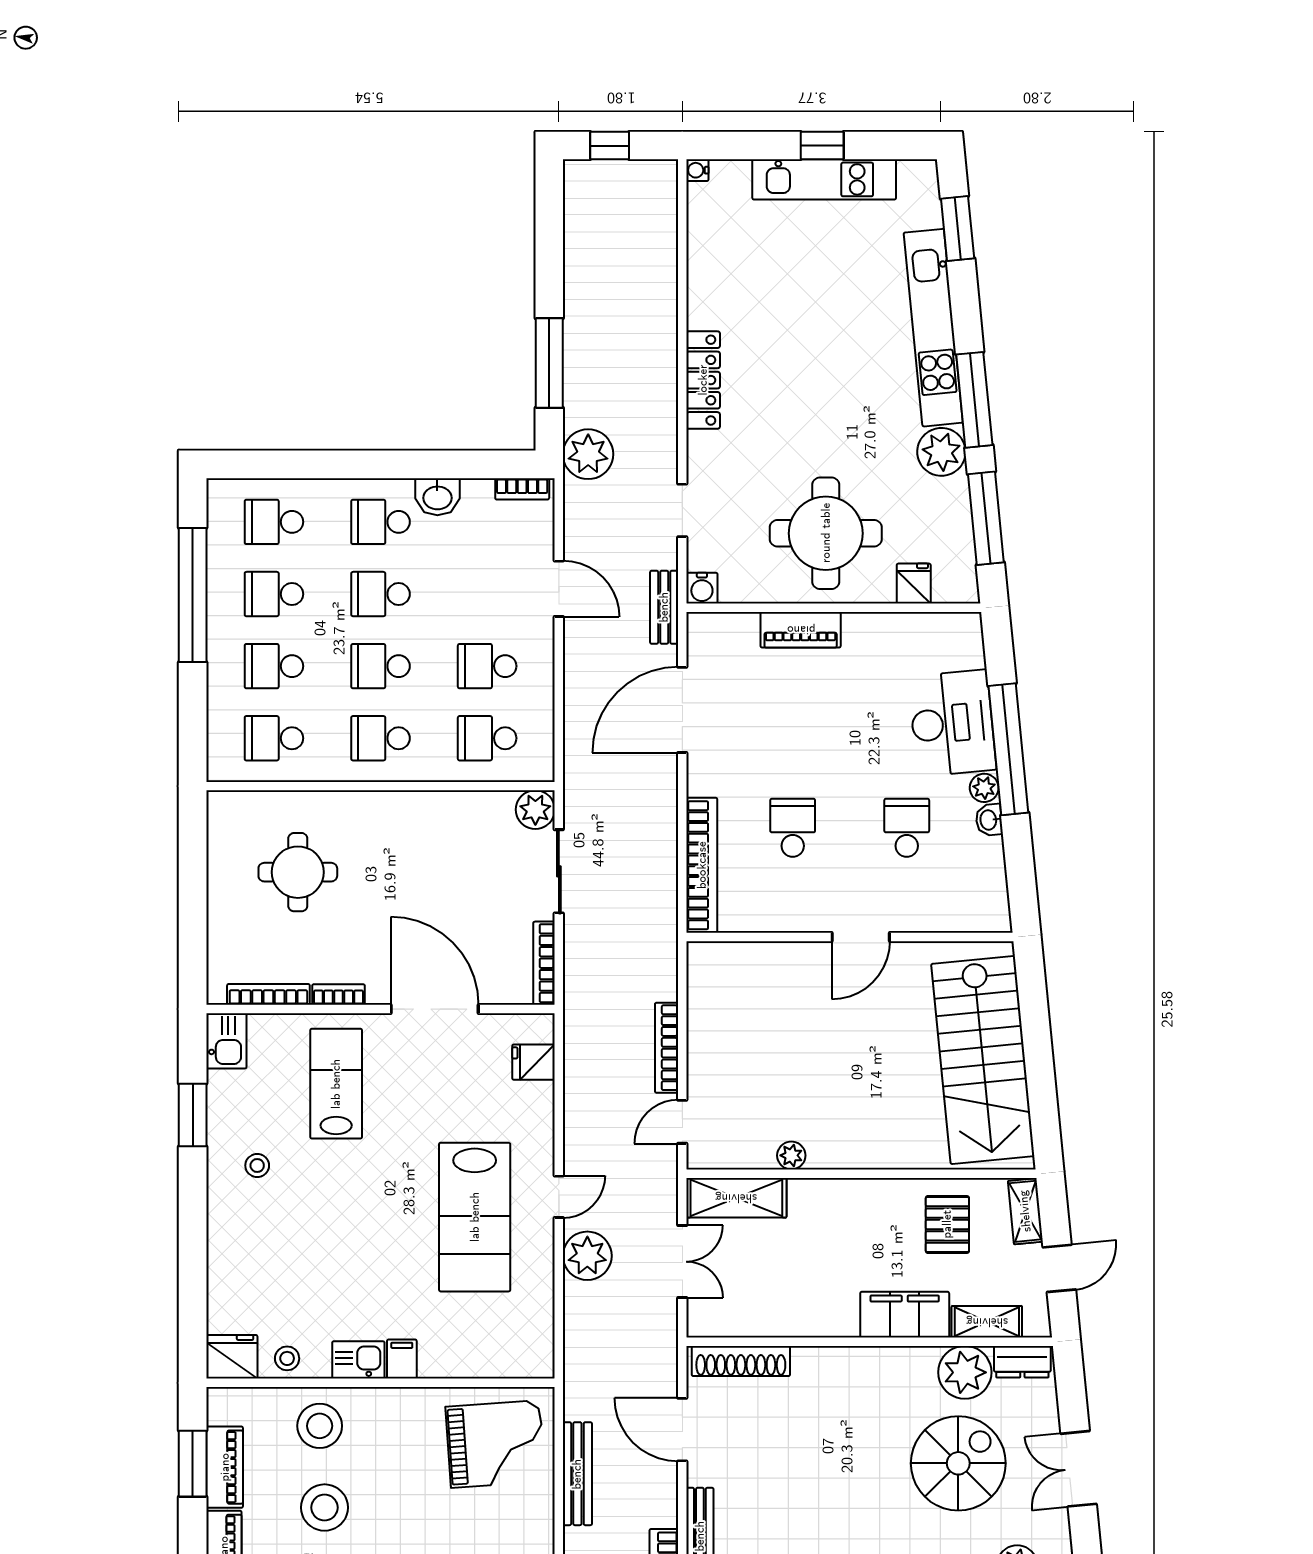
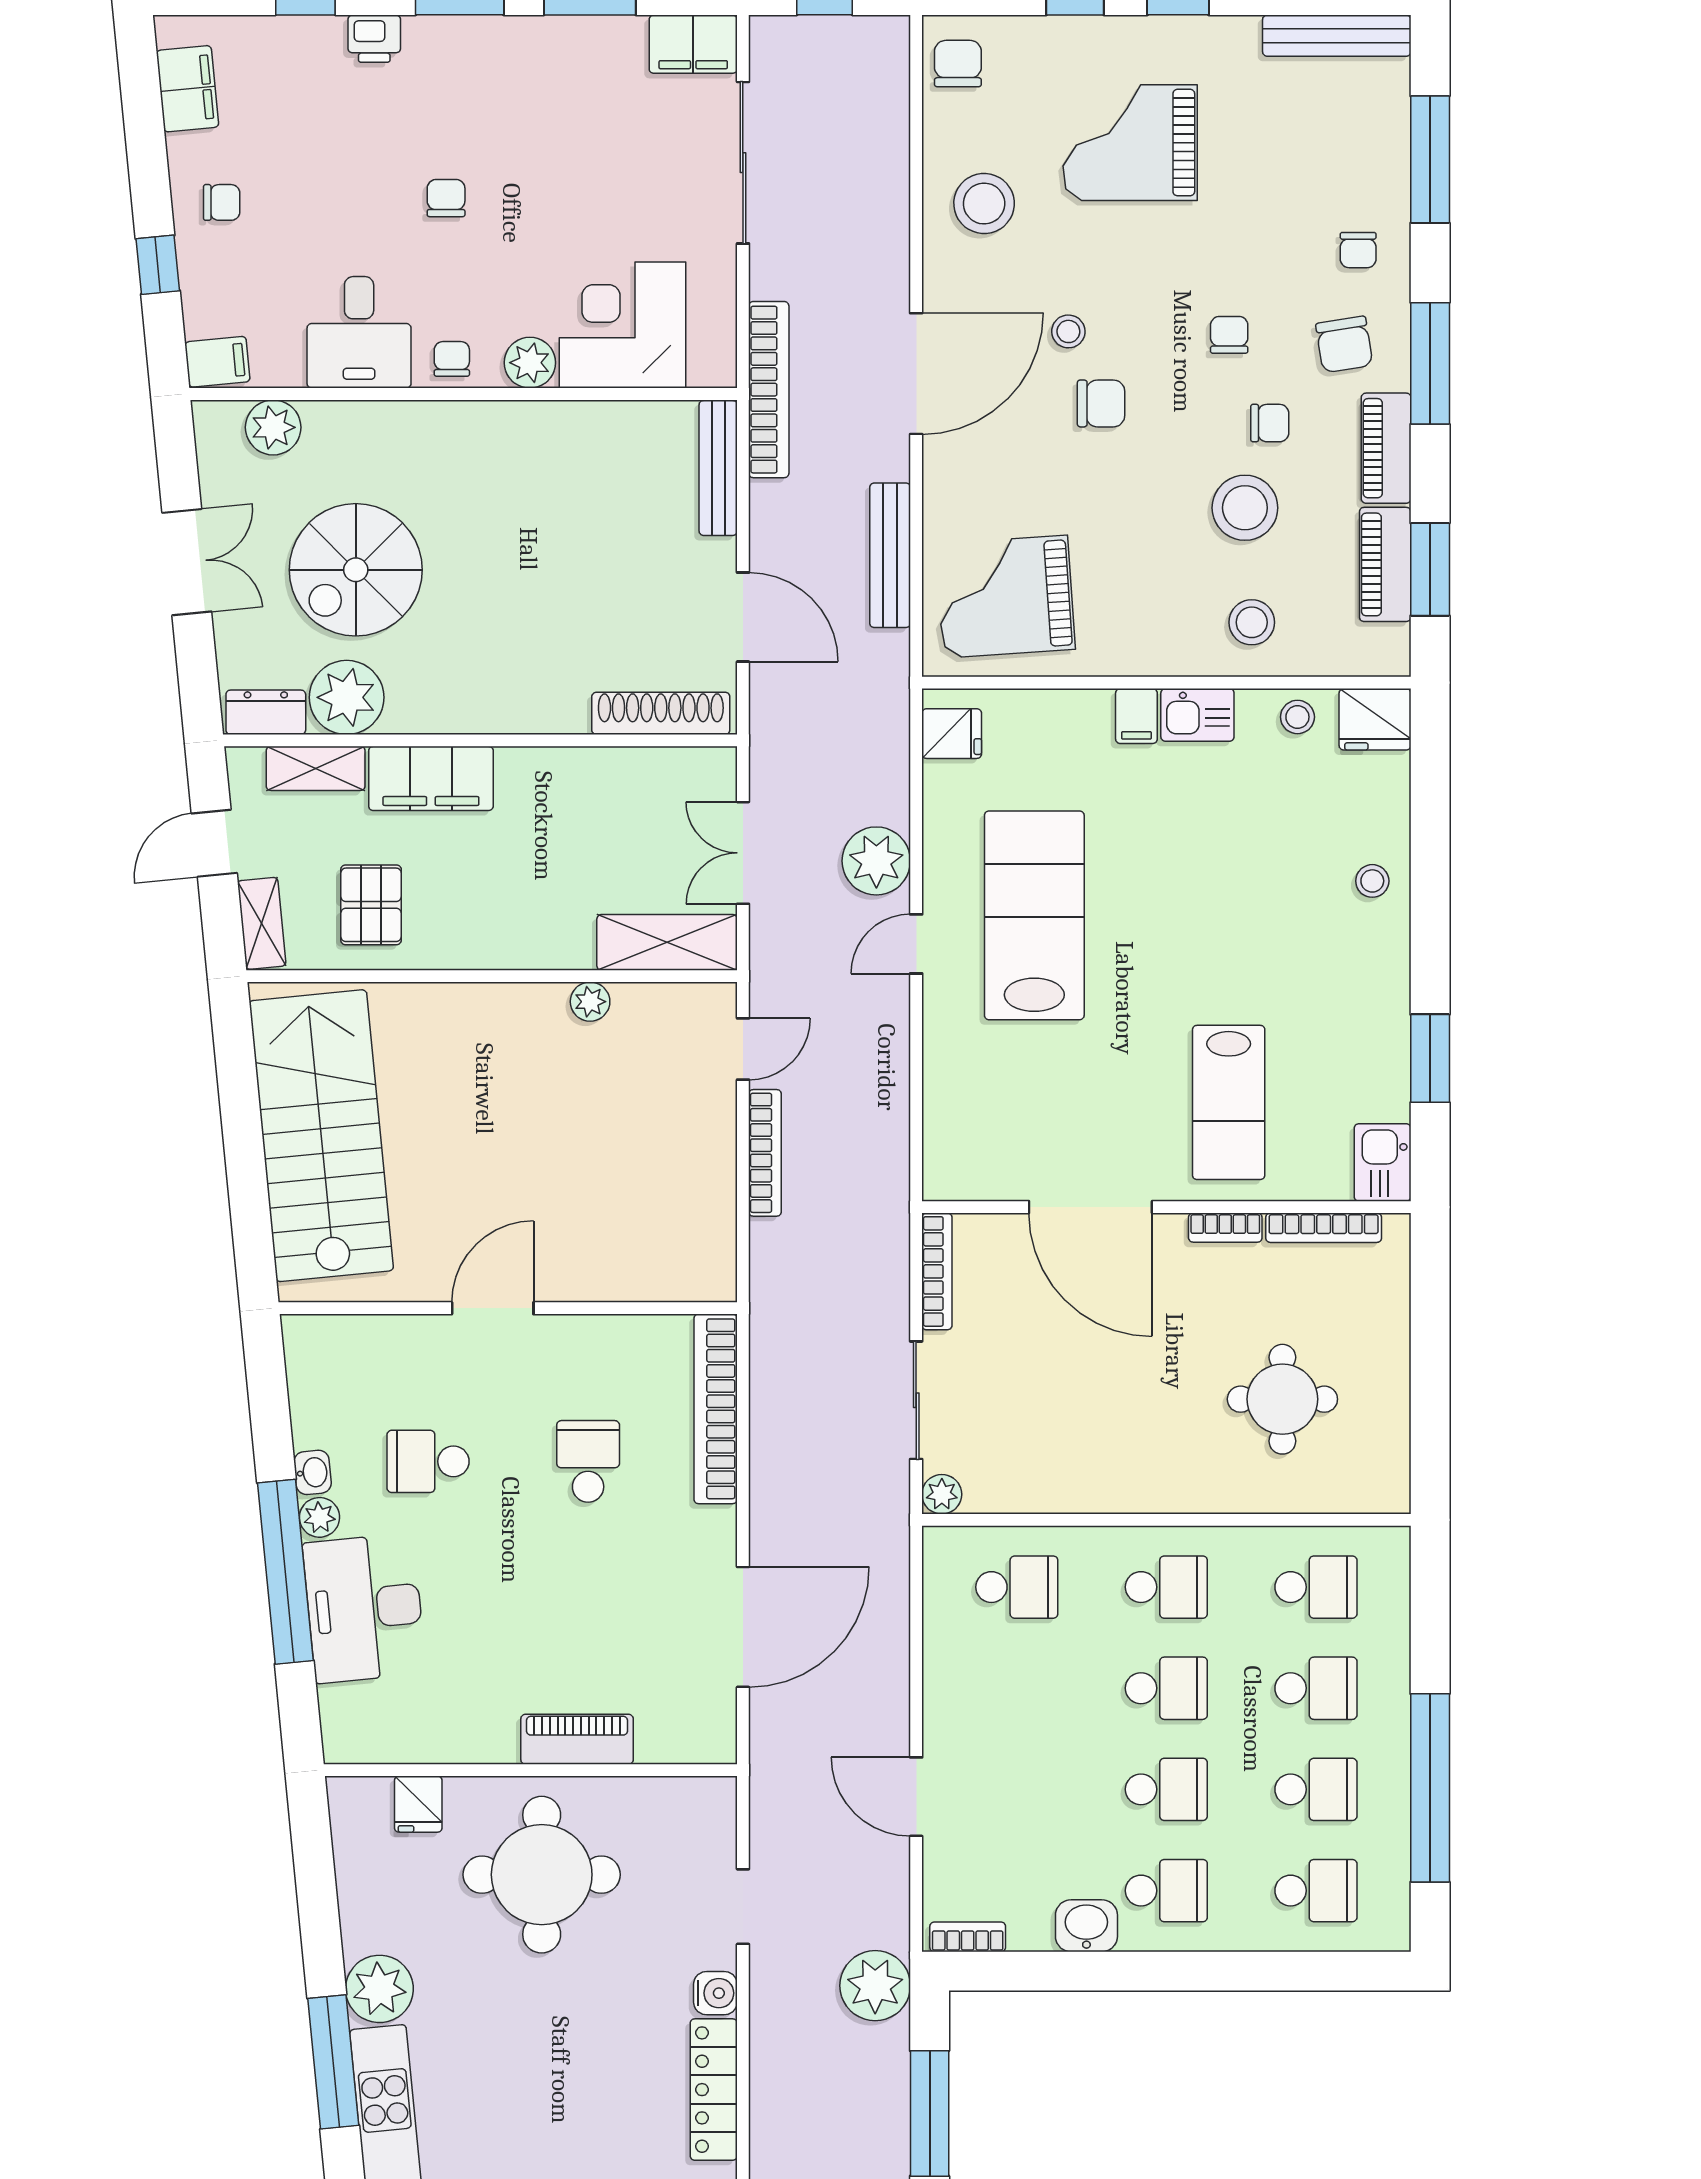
window: (986, 518) -> (317, 1896), removed
water cooler: (702, 588) -> (715, 1993), moved, turned 90
bench: (664, 607) -> (768, 1771), removed
school desk: (487, 666) -> (1017, 1688), removed
plant: (535, 810) -> (942, 1494), width x0.73, depth x0.73
school desk: (793, 828) -> (588, 1461), turned 180
school desk: (907, 828) -> (428, 1461), turned 90
fridge: (534, 1062) -> (952, 734), moved
stool: (257, 1165) -> (1372, 881), moved
stool: (320, 1426) -> (1252, 622), width x0.73, depth x0.73

